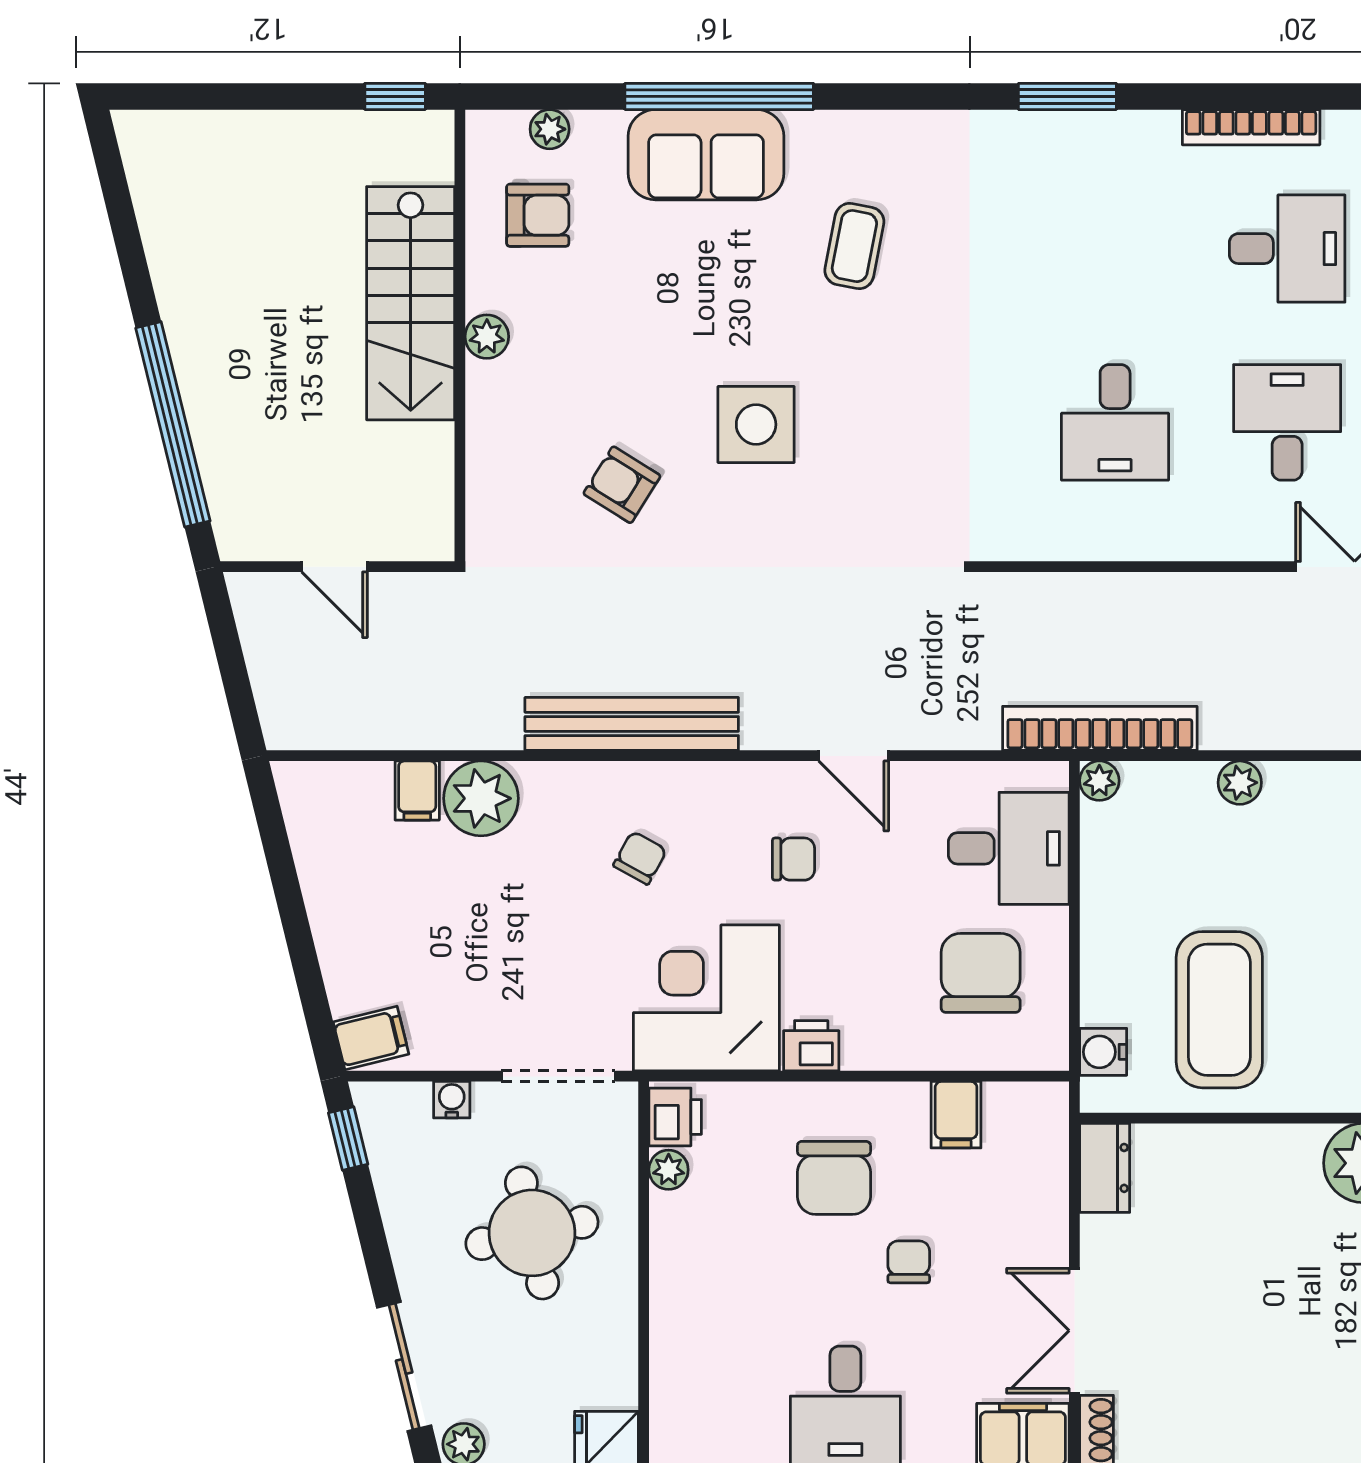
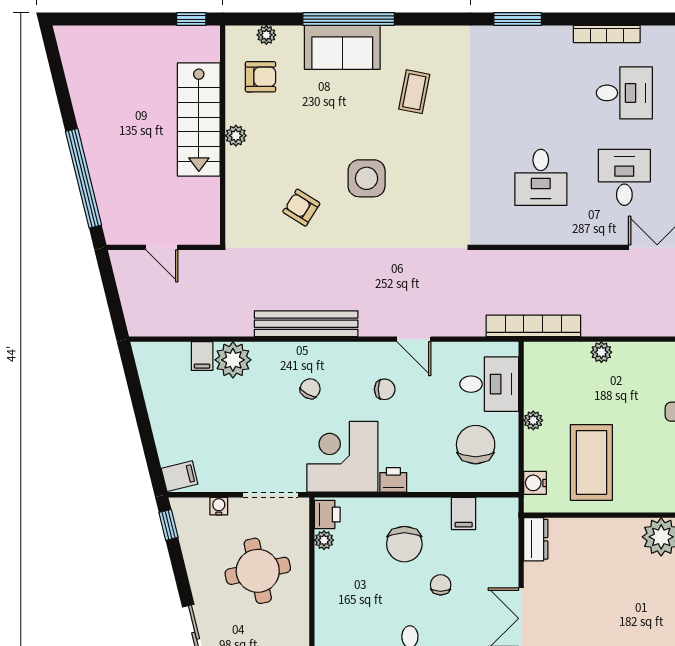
plant: (1099, 781) -> (533, 420), moved

